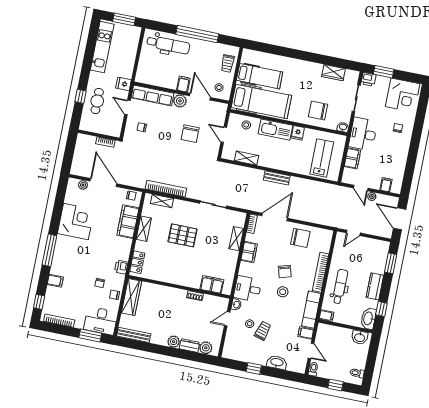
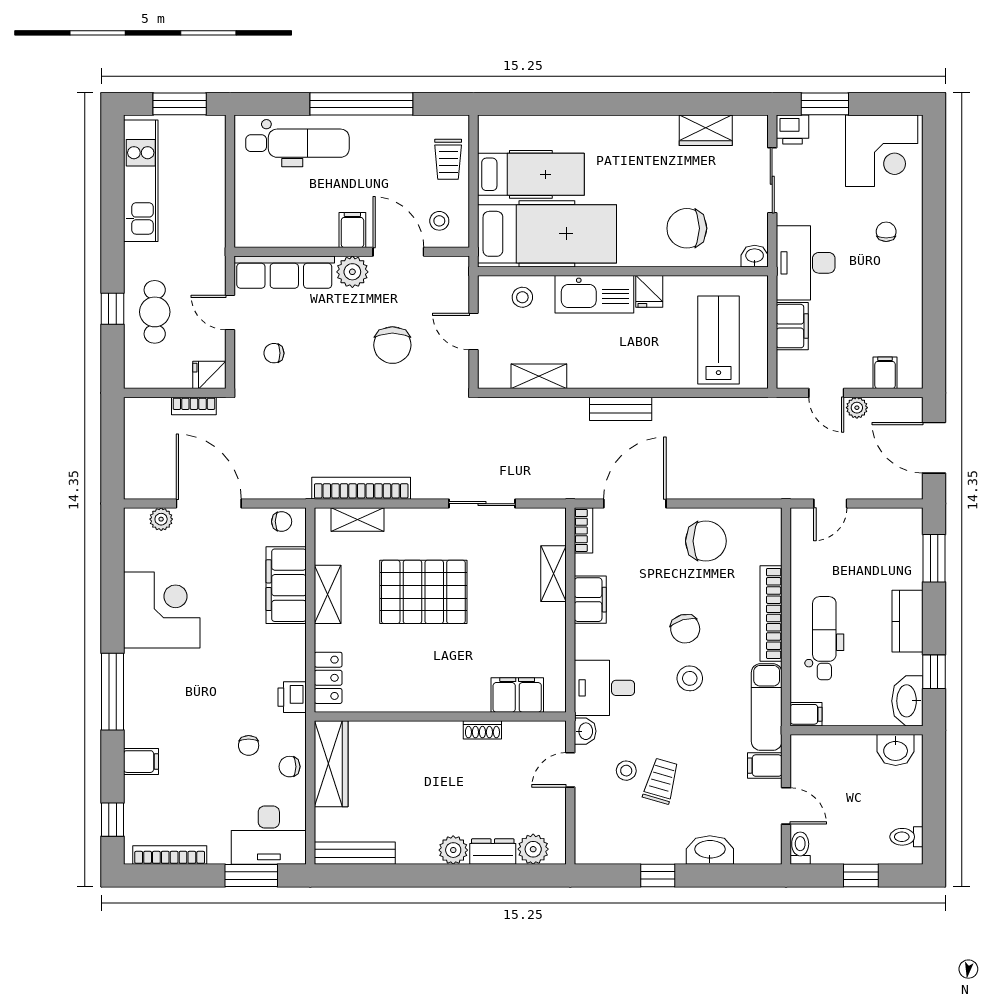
fridge: (124, 84) -> (209, 375), moved
pallet: (183, 235) -> (423, 592), width x1.37, depth x1.41

